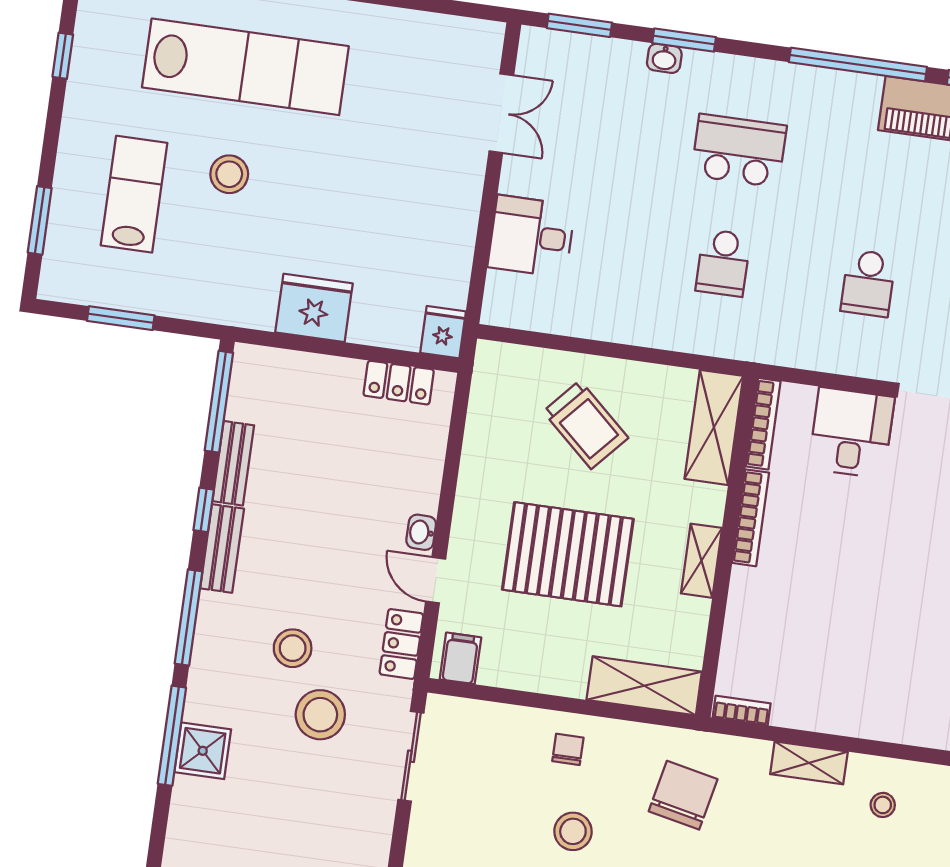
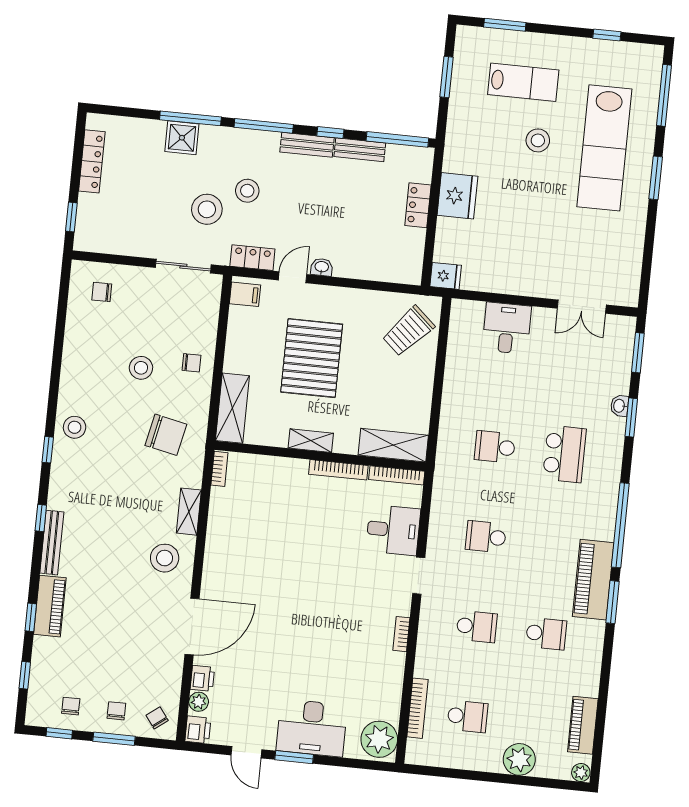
locker: (399, 383) -> (418, 205), moved
trolley: (586, 425) -> (408, 331), moved
stool: (883, 805) -> (165, 558), width x1.89, depth x1.89

